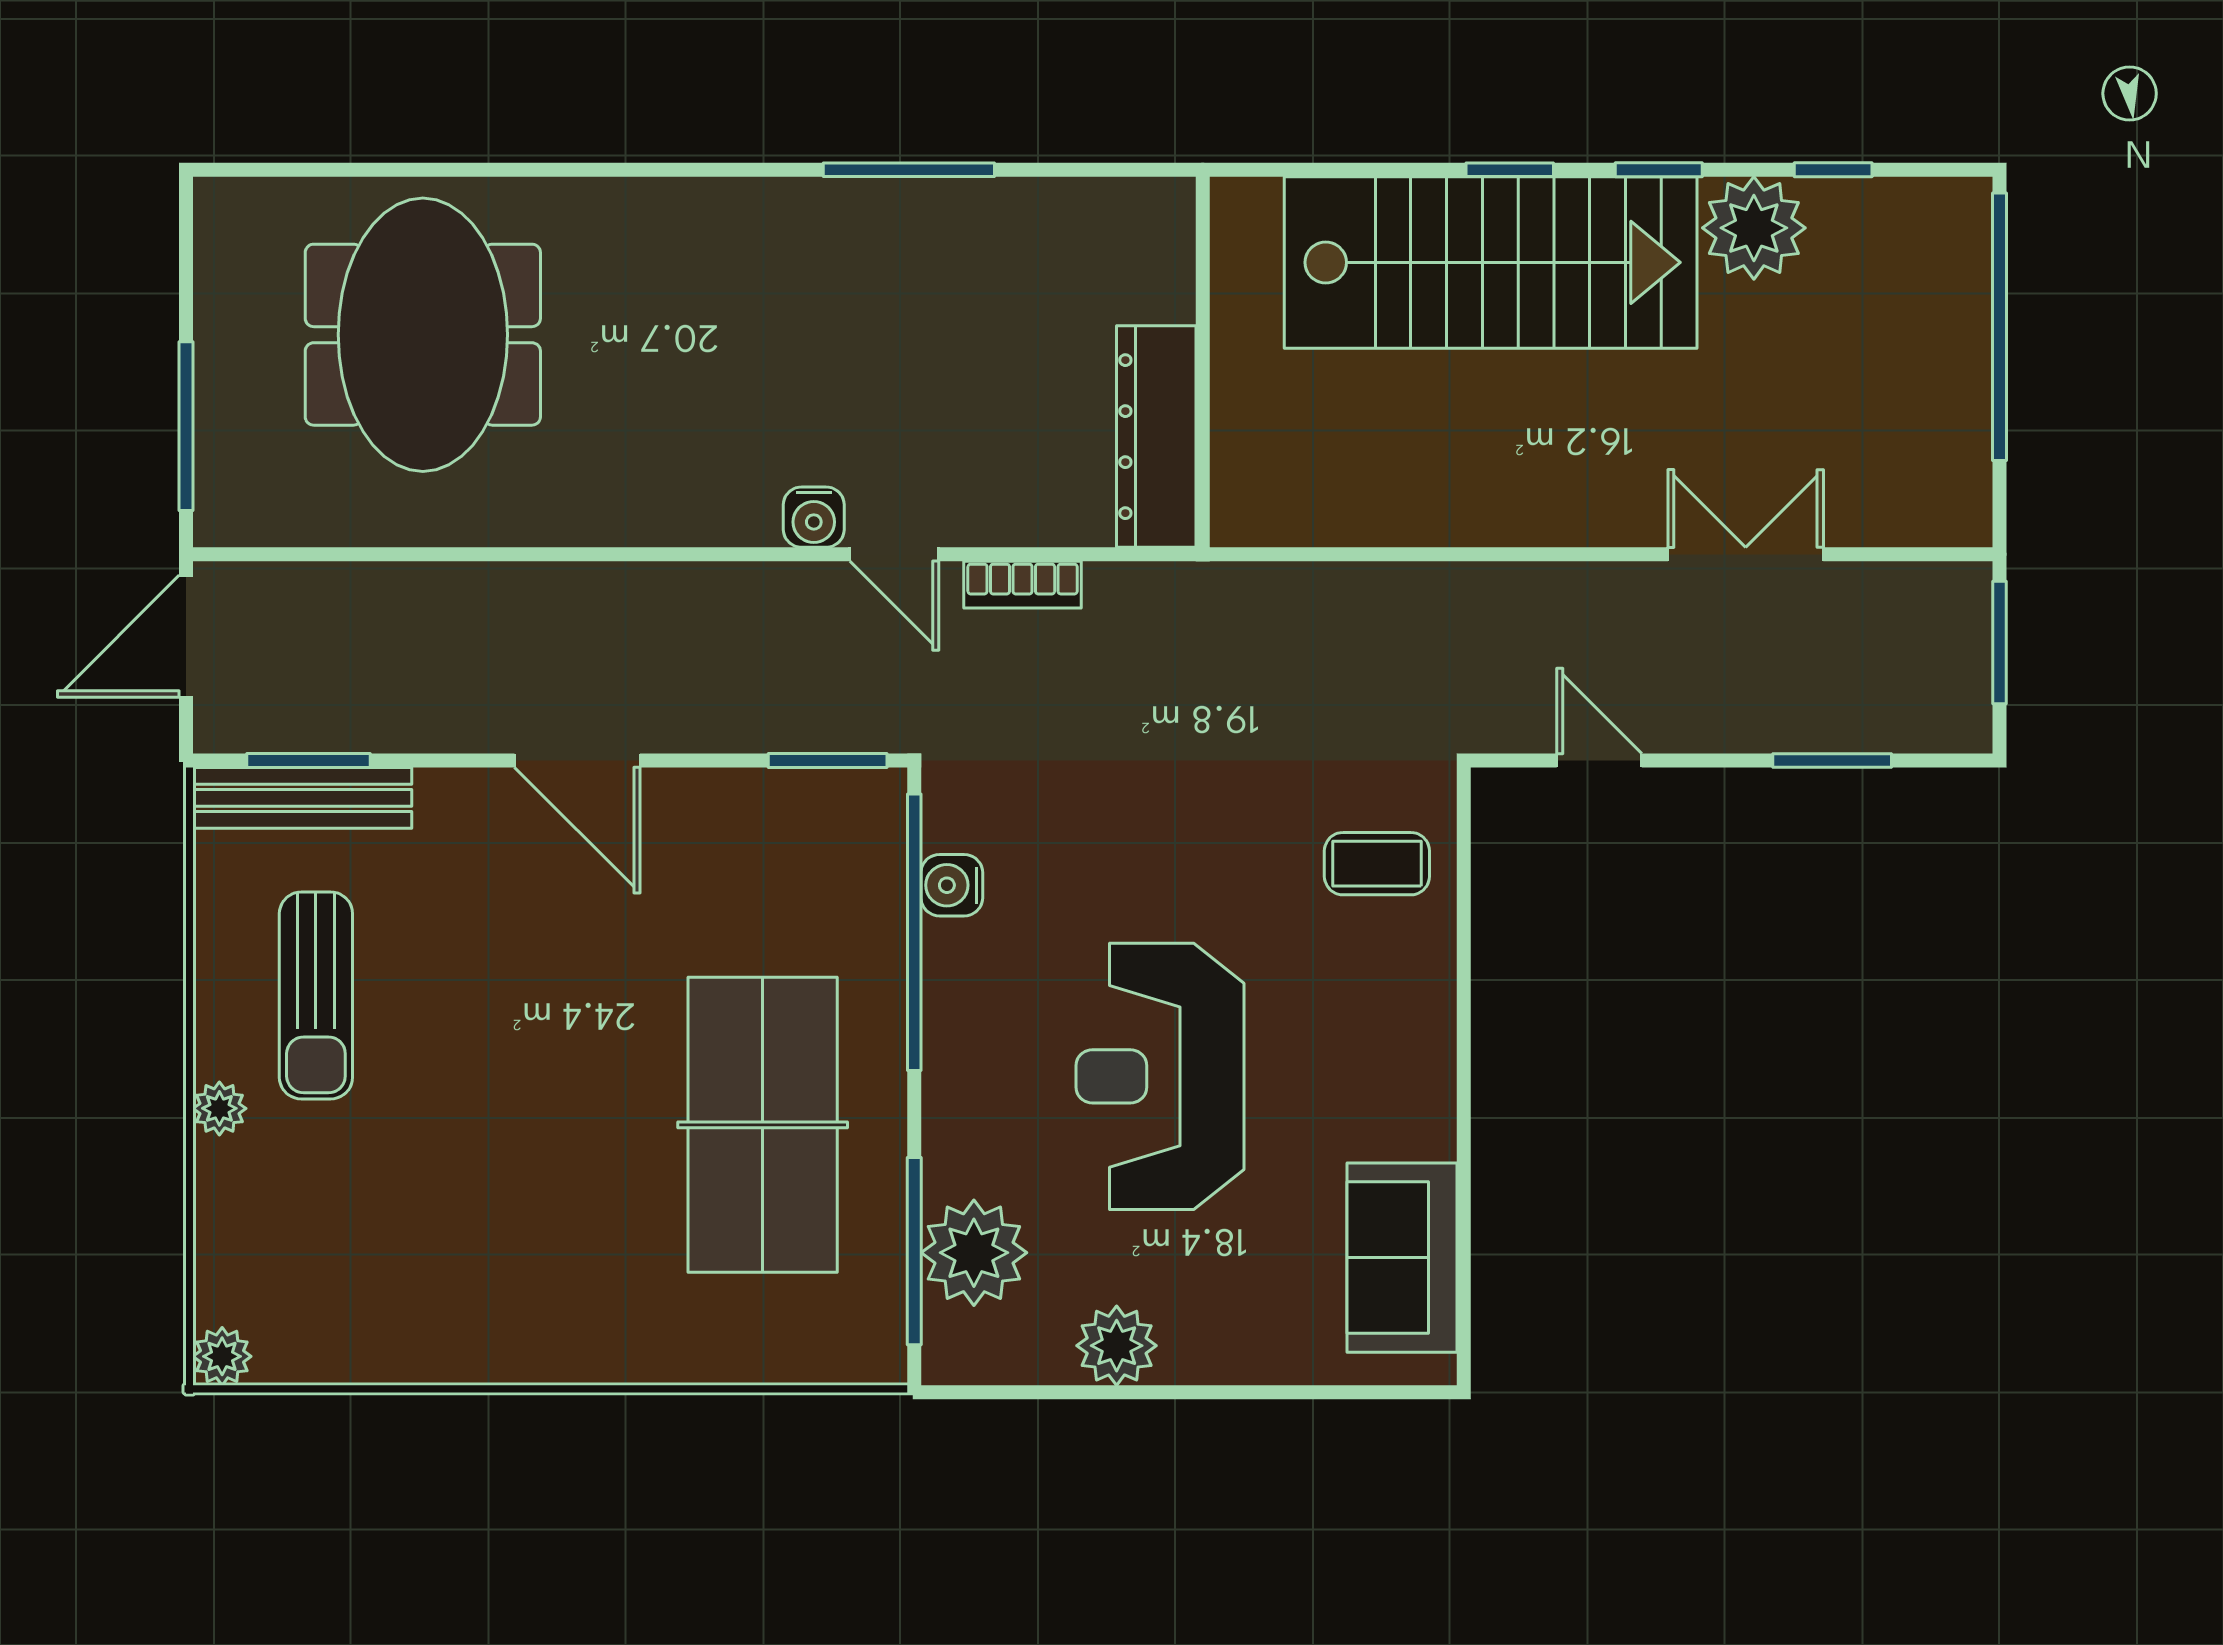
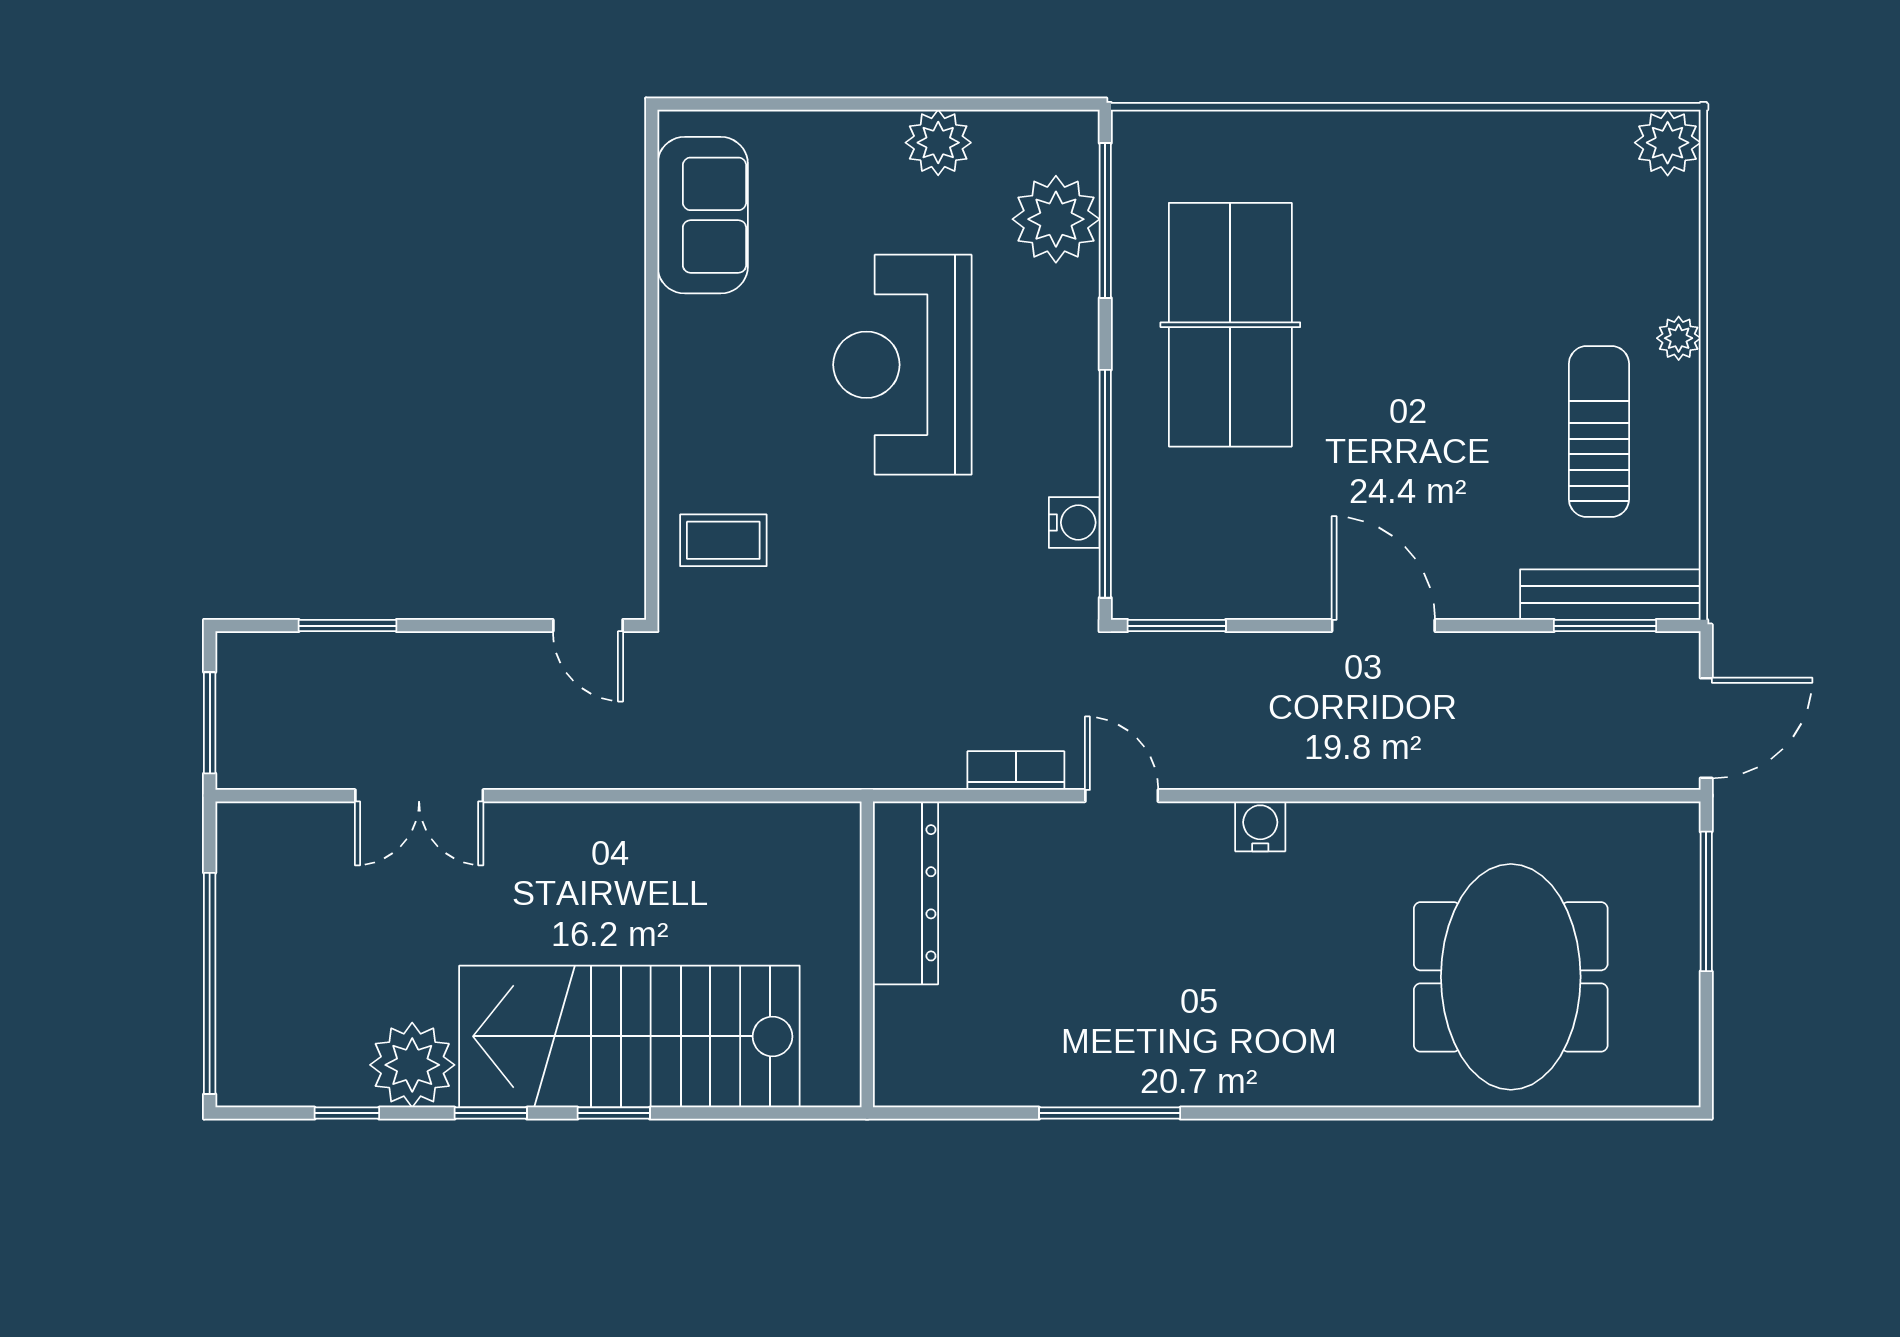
water cooler: (814, 517) -> (1260, 826), moved
door: (1599, 760) -> (588, 626), moved
reception desk: (1160, 1076) -> (902, 365), turned 180
plant: (222, 1356) -> (1668, 143), width x1.38, depth x1.38

